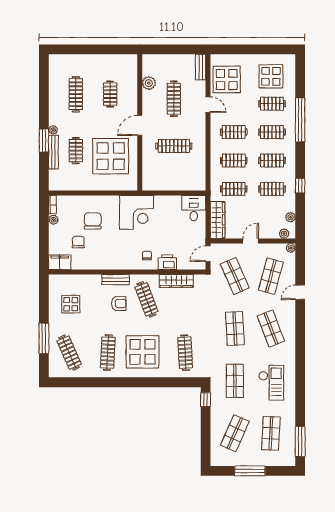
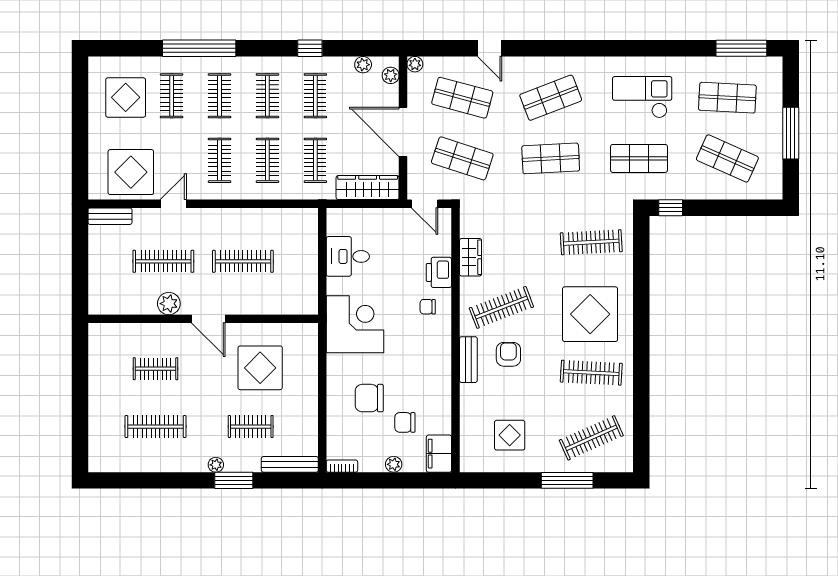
plant: (149, 83) -> (169, 304), moved
clothes rail: (174, 146) -> (243, 261), turned 90
bench: (53, 152) -> (290, 464), moved
display table: (111, 156) -> (260, 368), width x0.73, depth x0.73
desk: (194, 208) -> (348, 256), moved
plant: (53, 220) -> (394, 464), moved
door: (251, 241) -> (403, 132), width x1.88
shop shelf: (235, 276) -> (462, 158), turned 42
wardrobe: (176, 281) -> (470, 257), width x0.67

